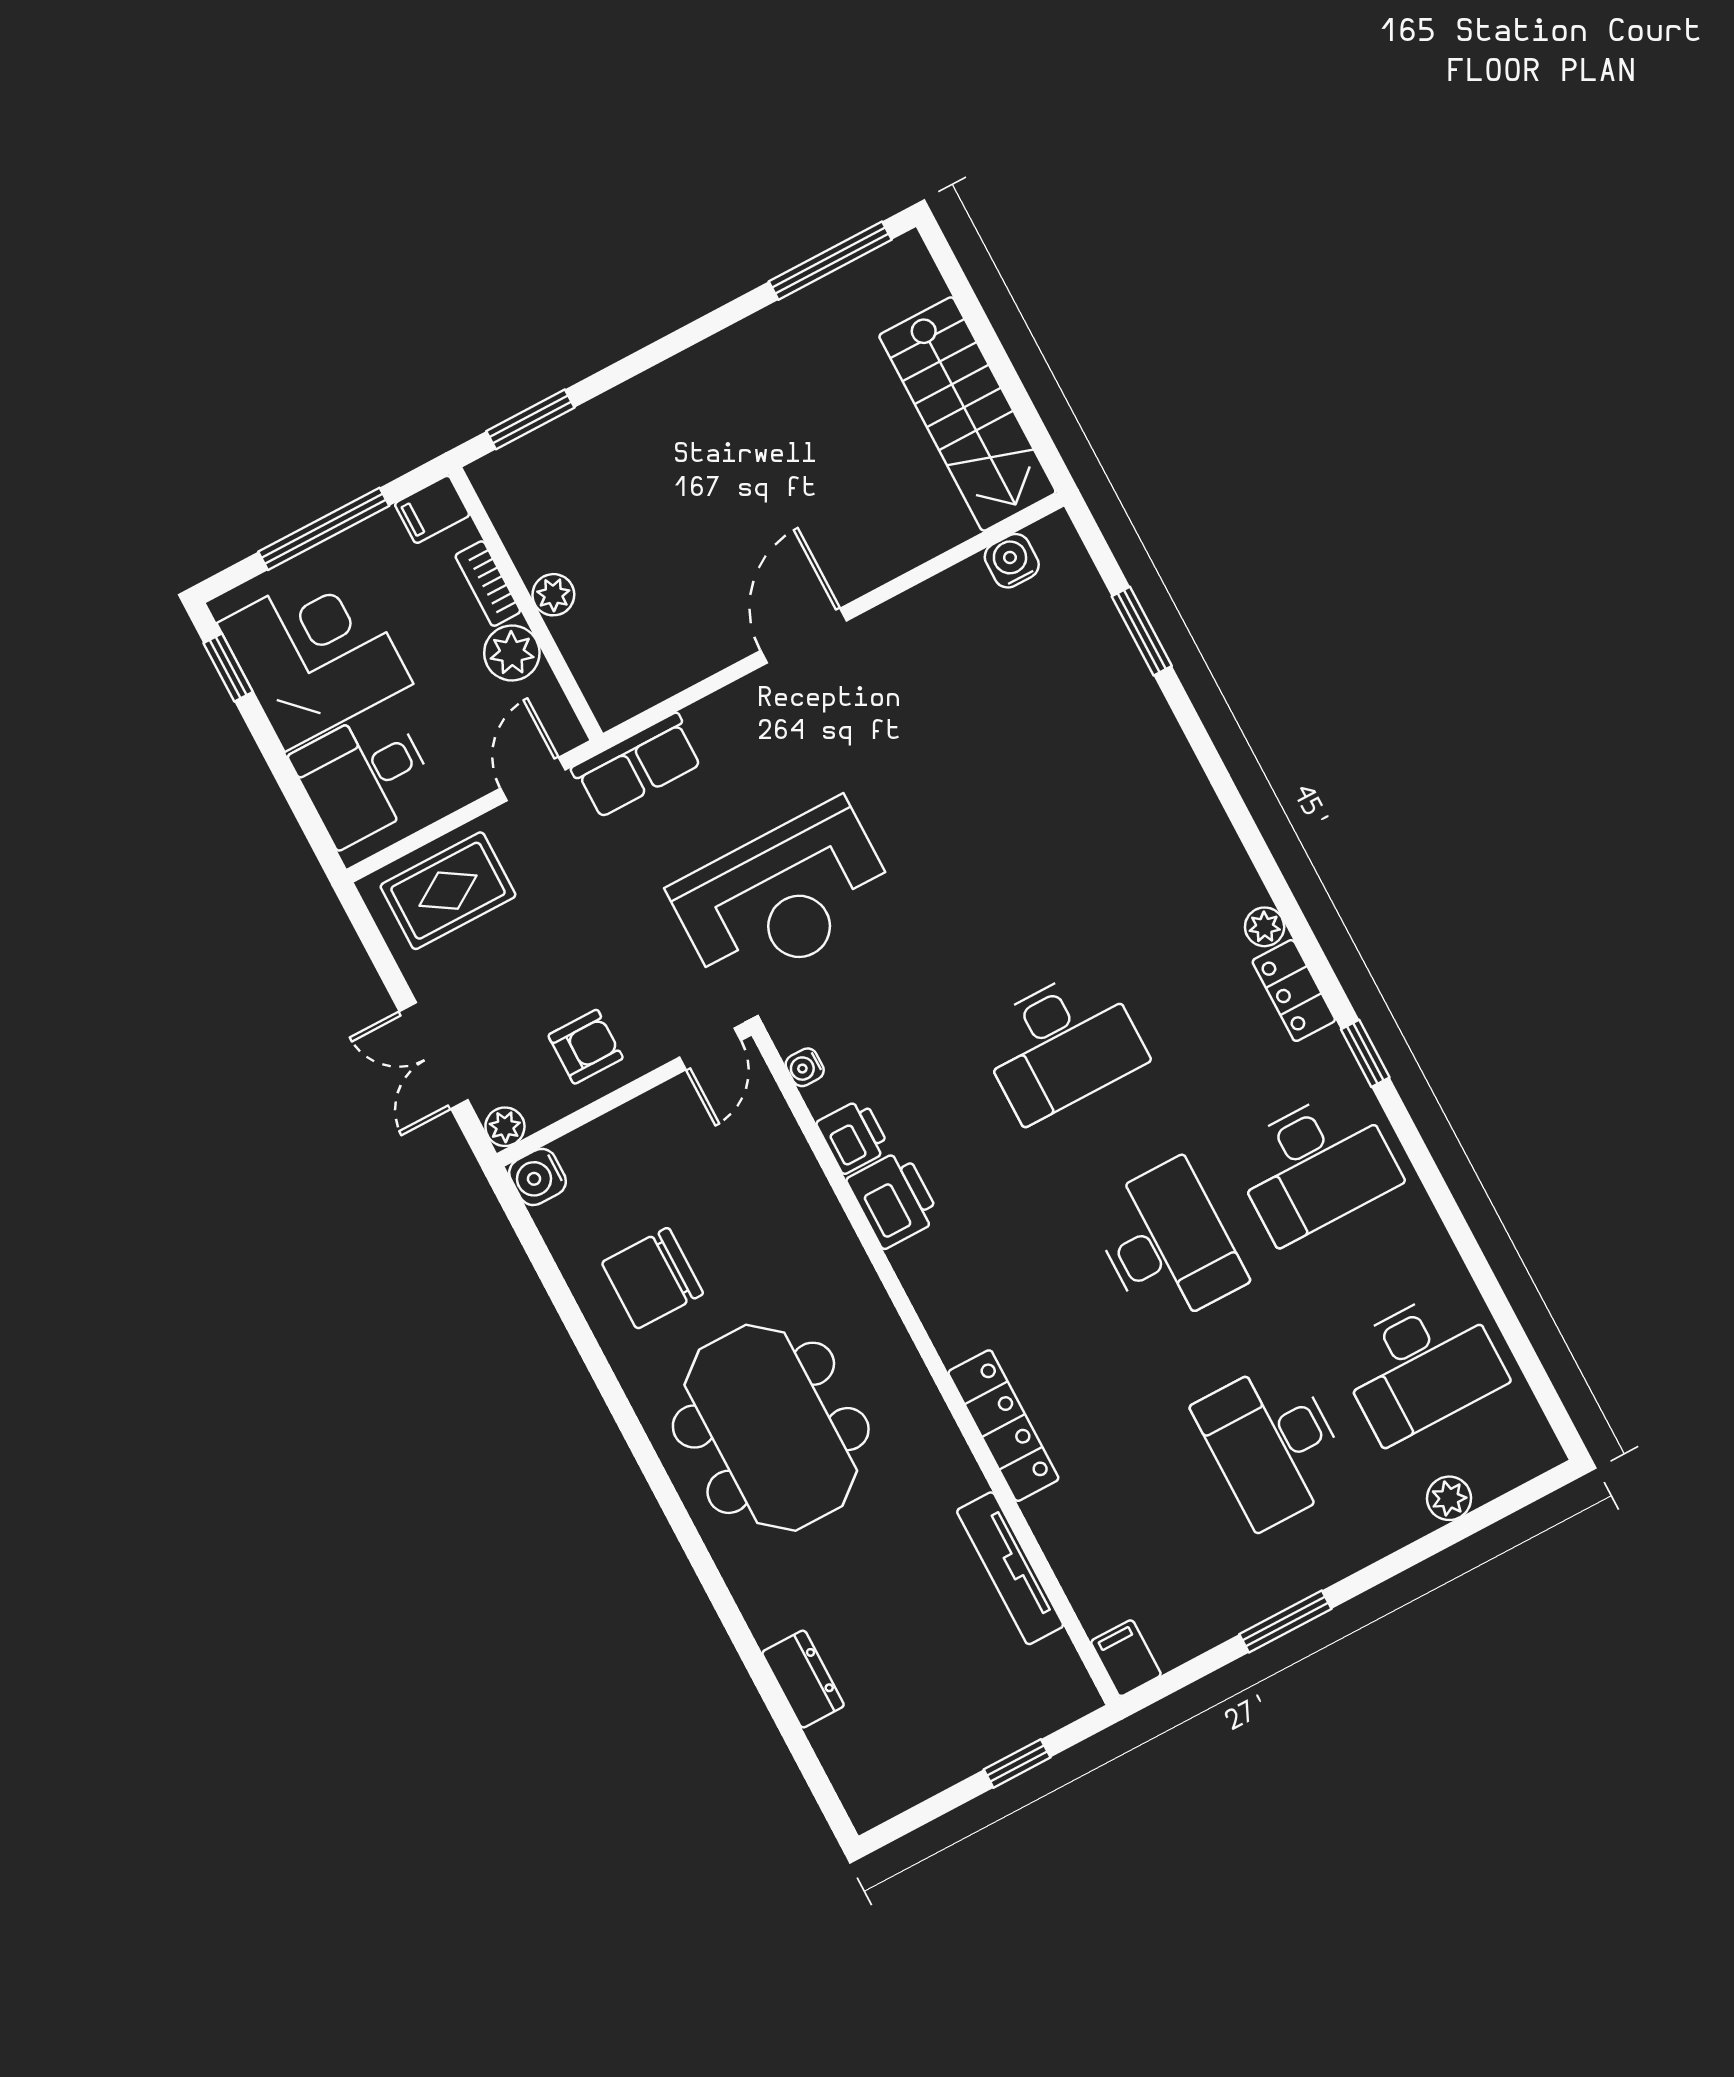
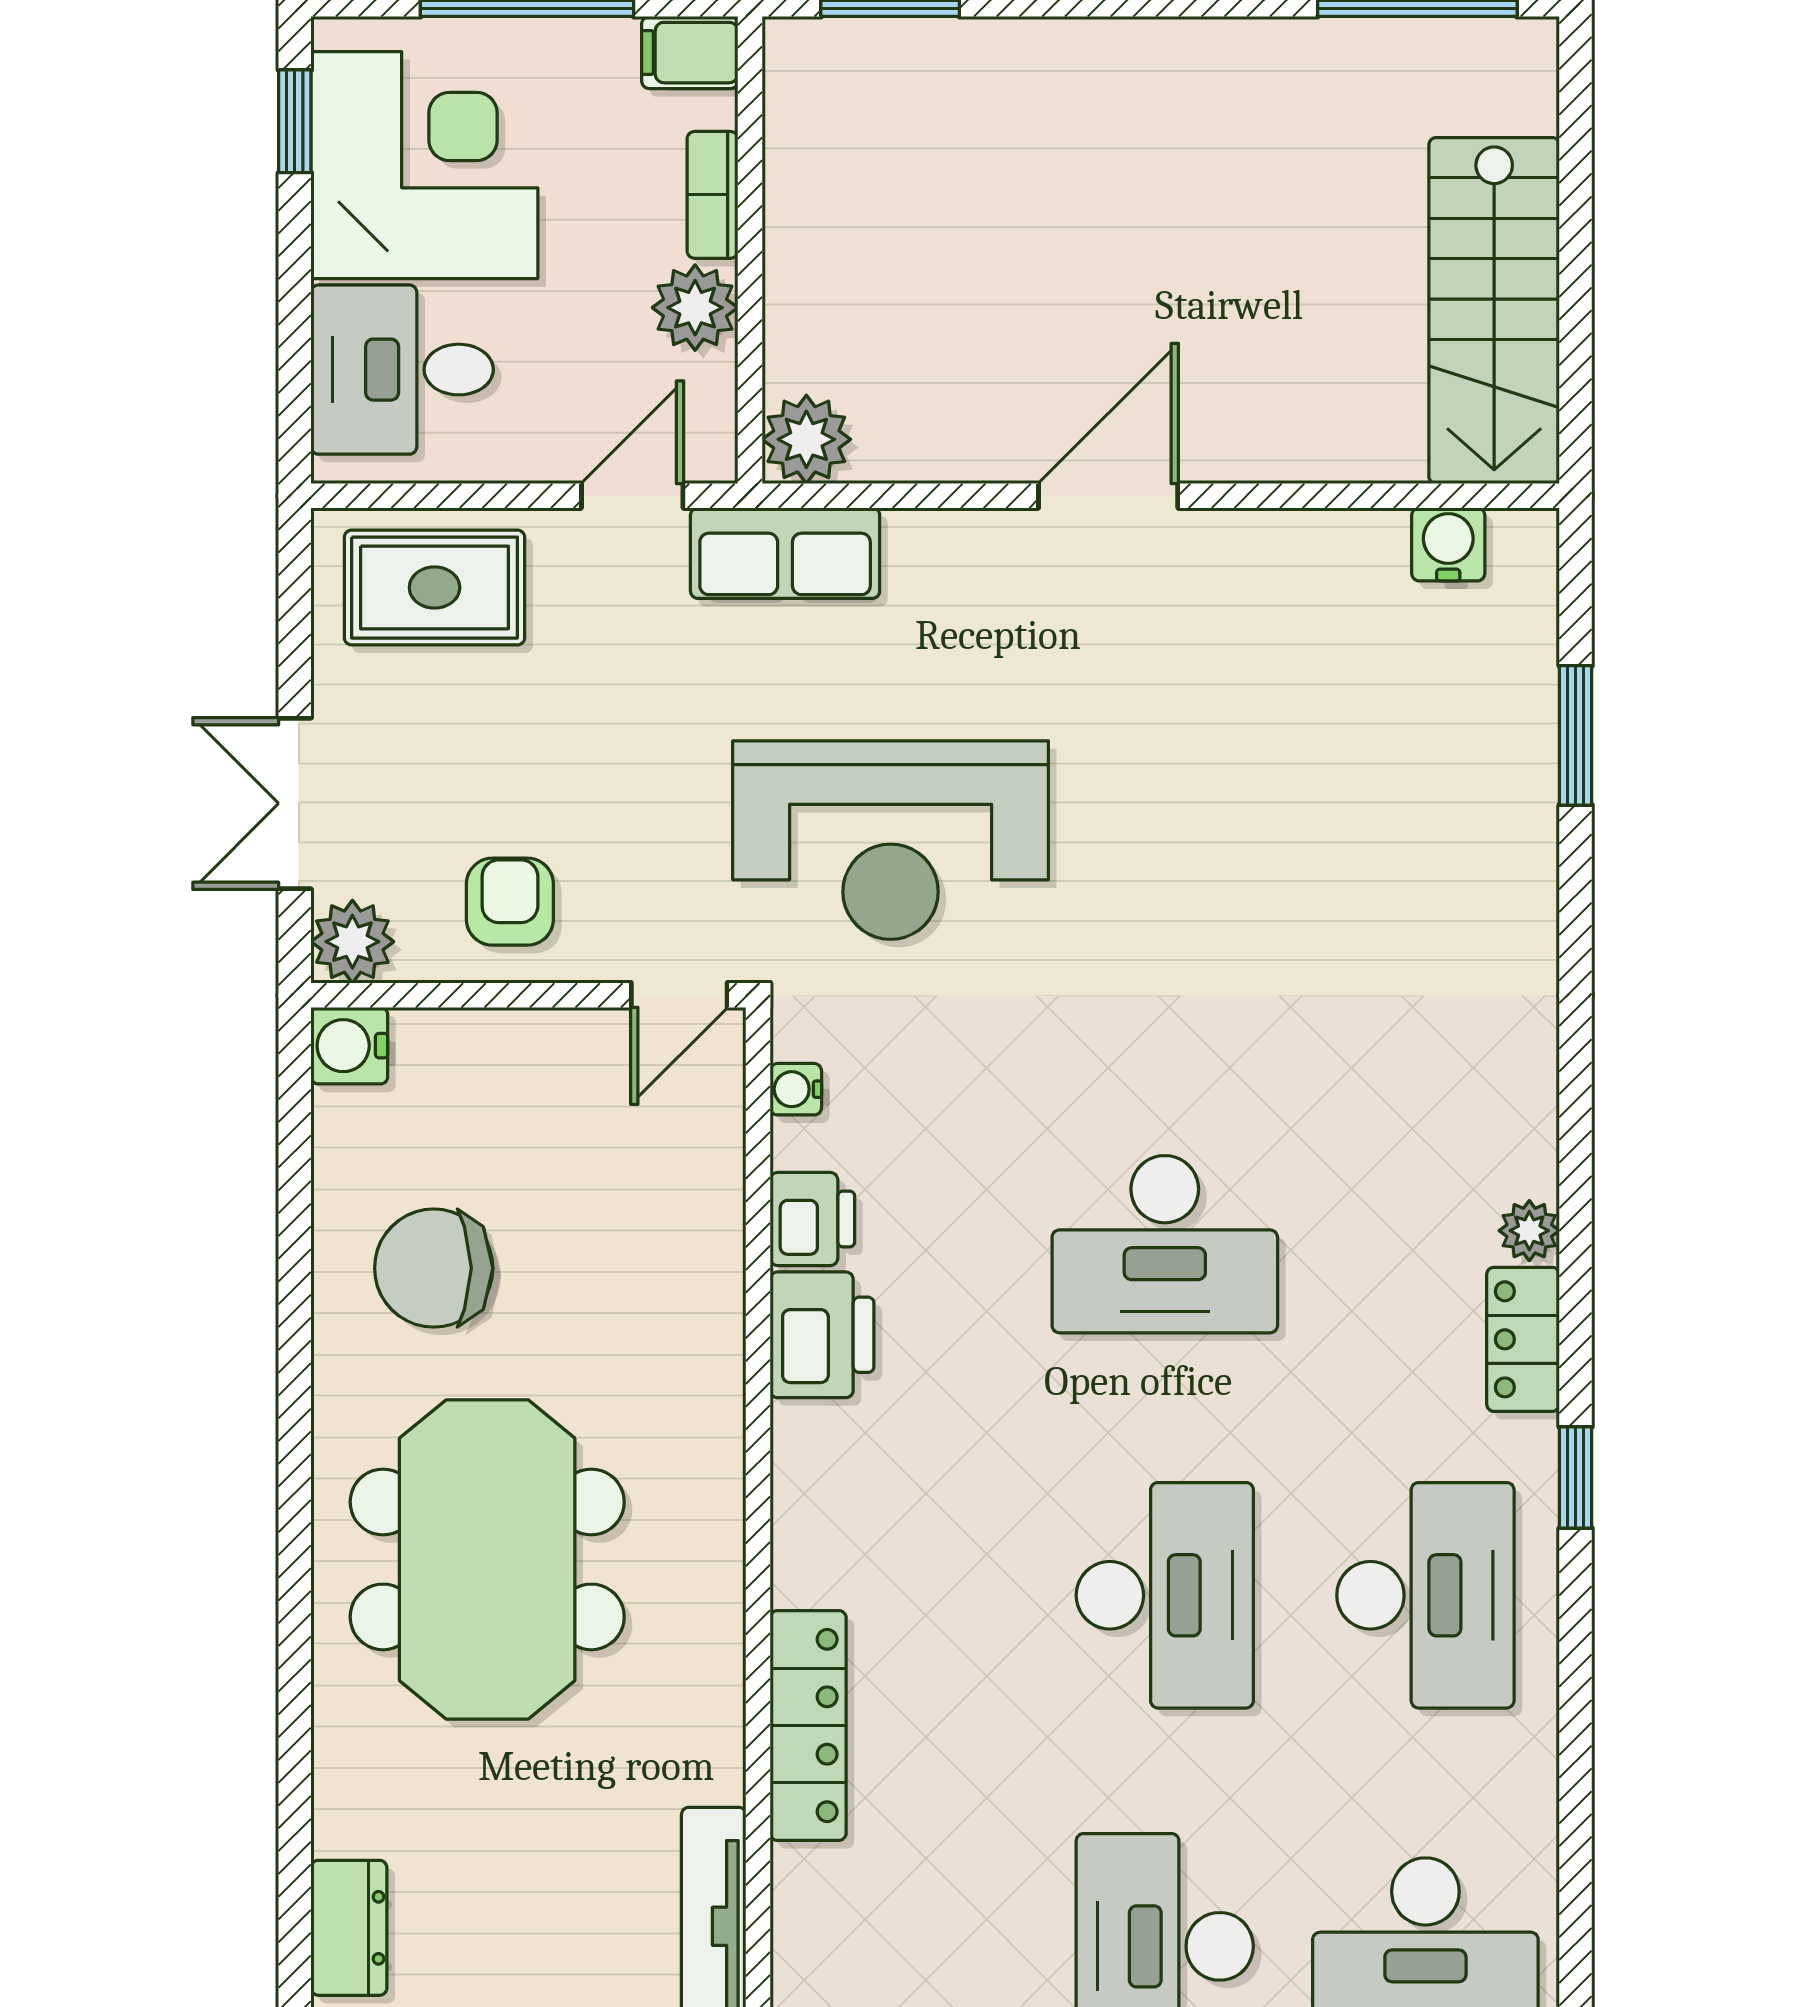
plant: (553, 595) -> (806, 439), moved, width x1.38, depth x1.38
armchair: (586, 1047) -> (510, 902), turned -90
plant: (505, 1127) -> (352, 942), width x1.38, depth x1.38
desk: (1315, 1166) -> (1425, 1595), turned -90

